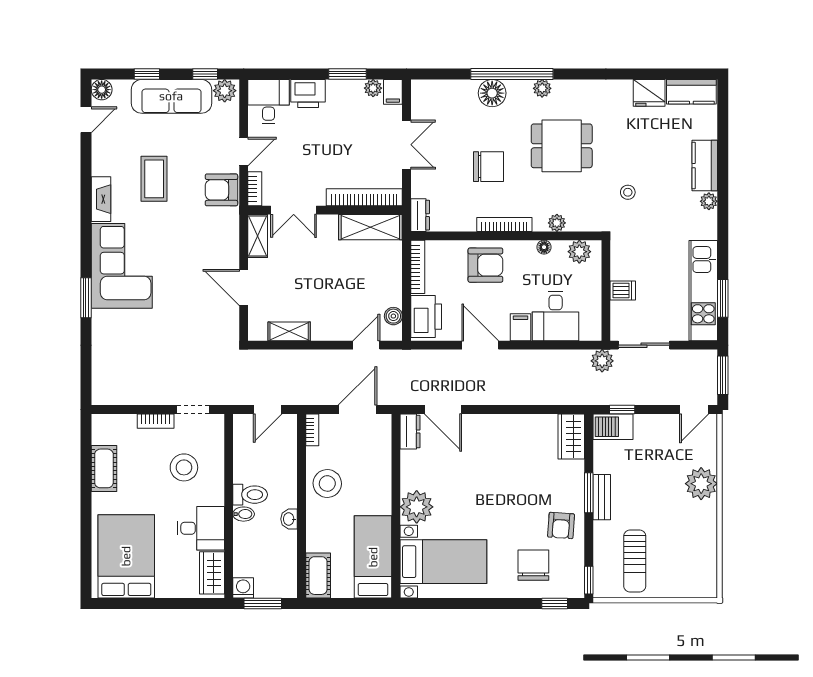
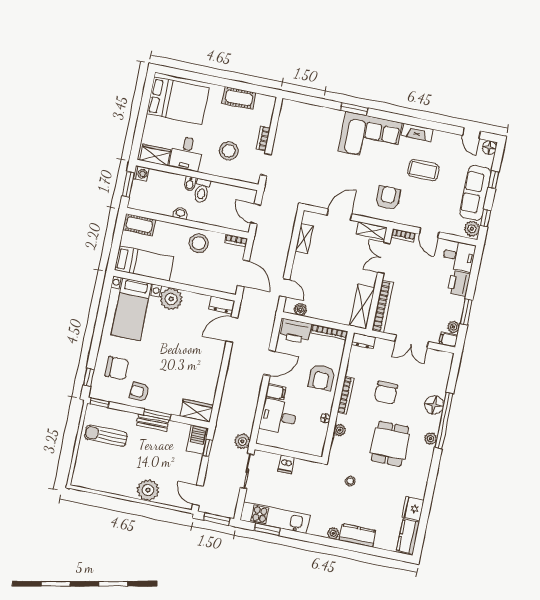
armchair: (221, 190) -> (388, 198), moved
plant: (579, 252) -> (318, 441), removed

